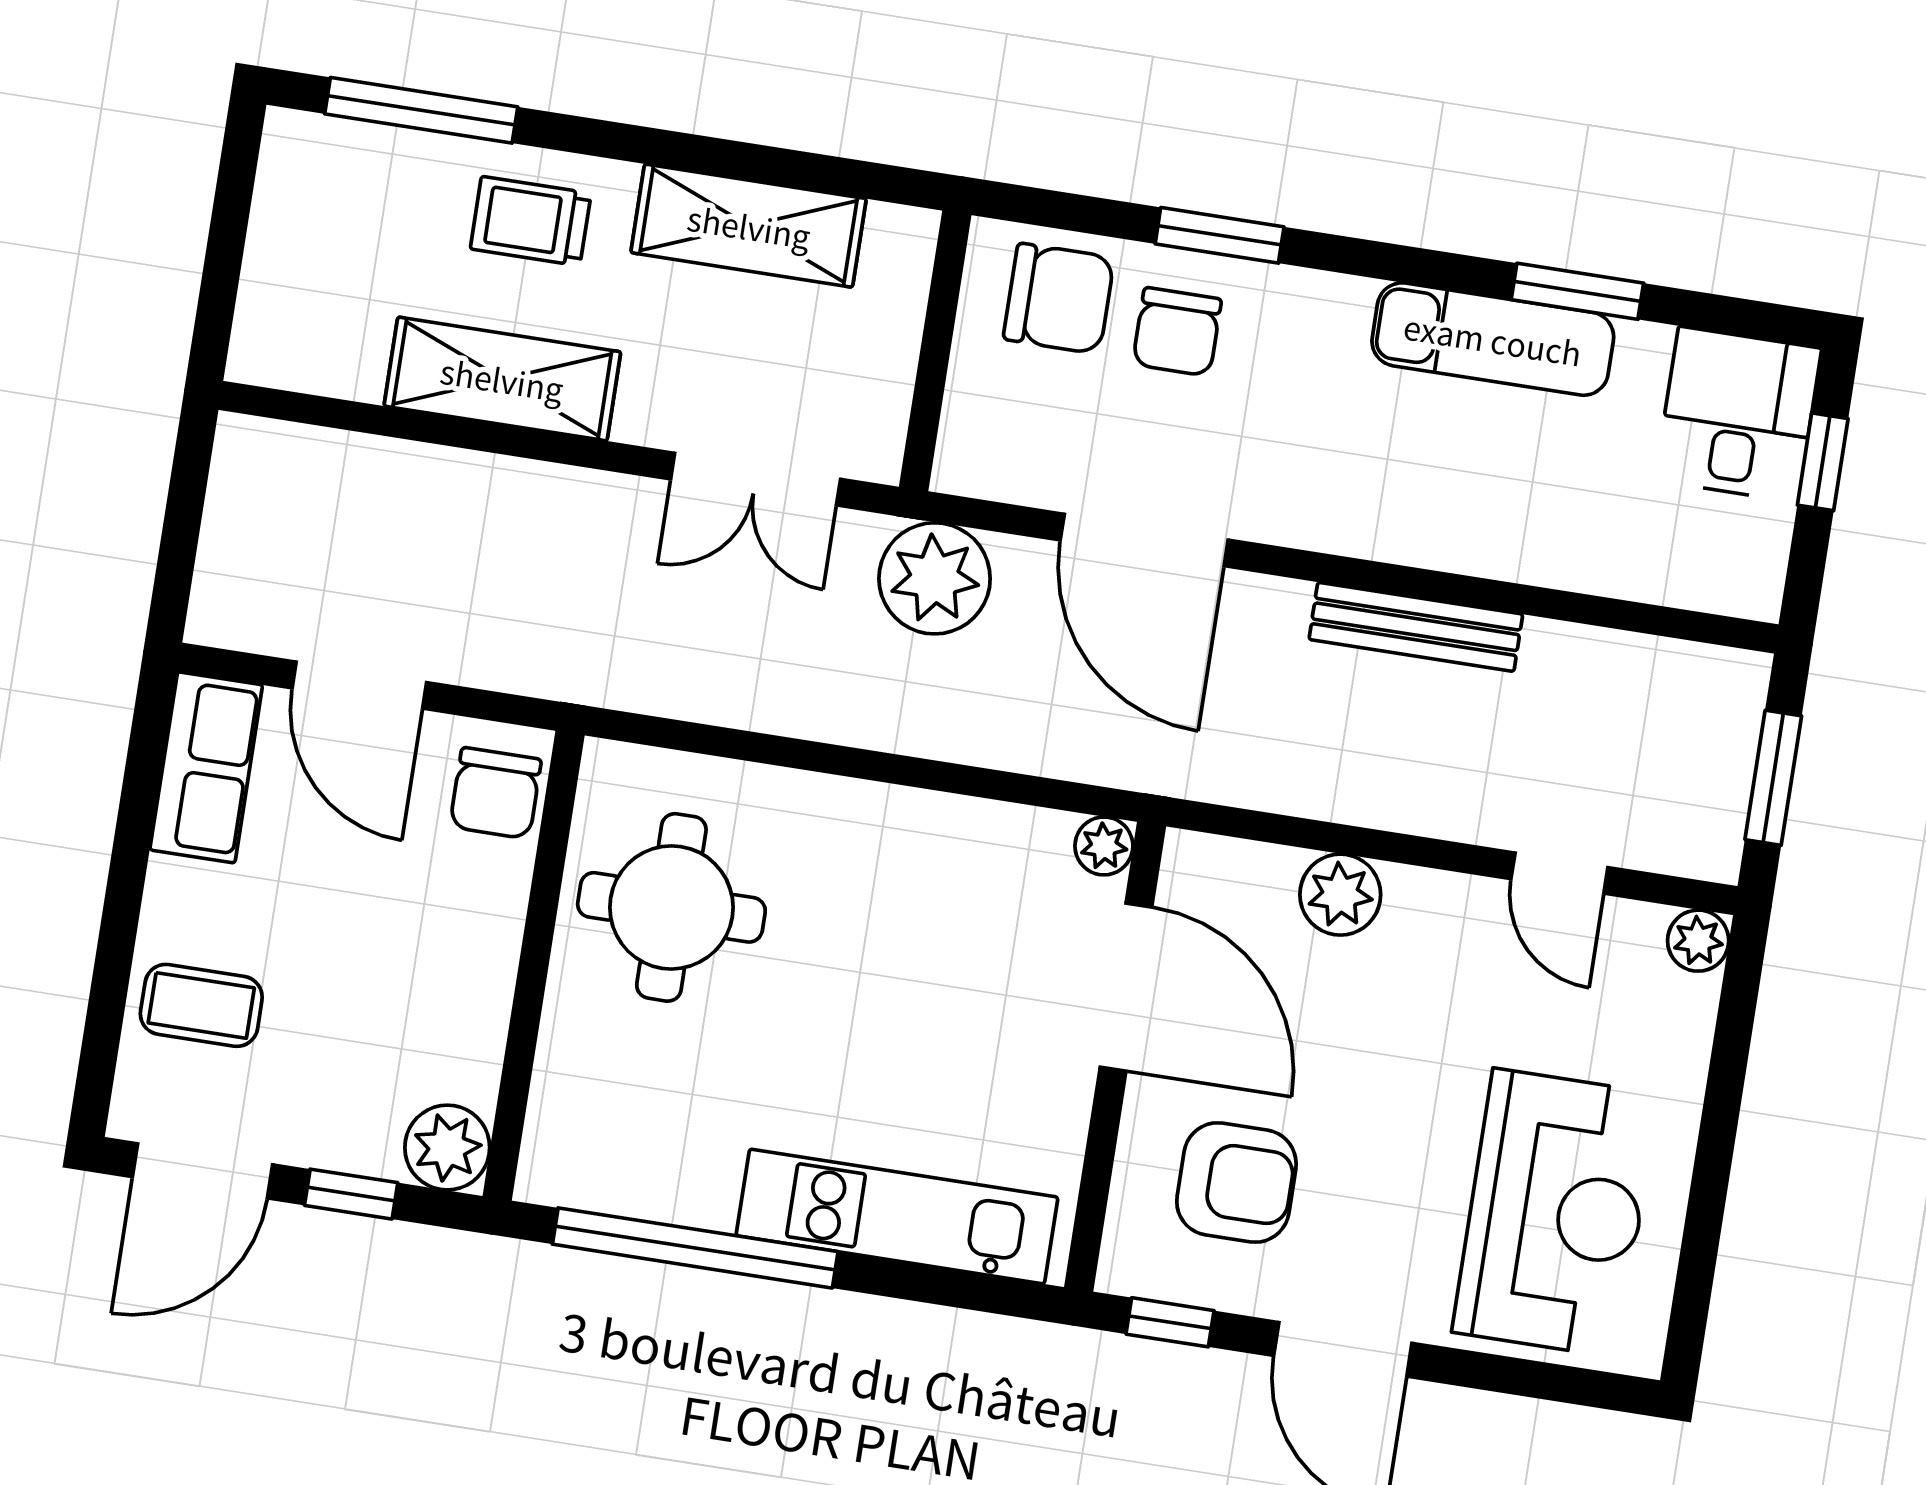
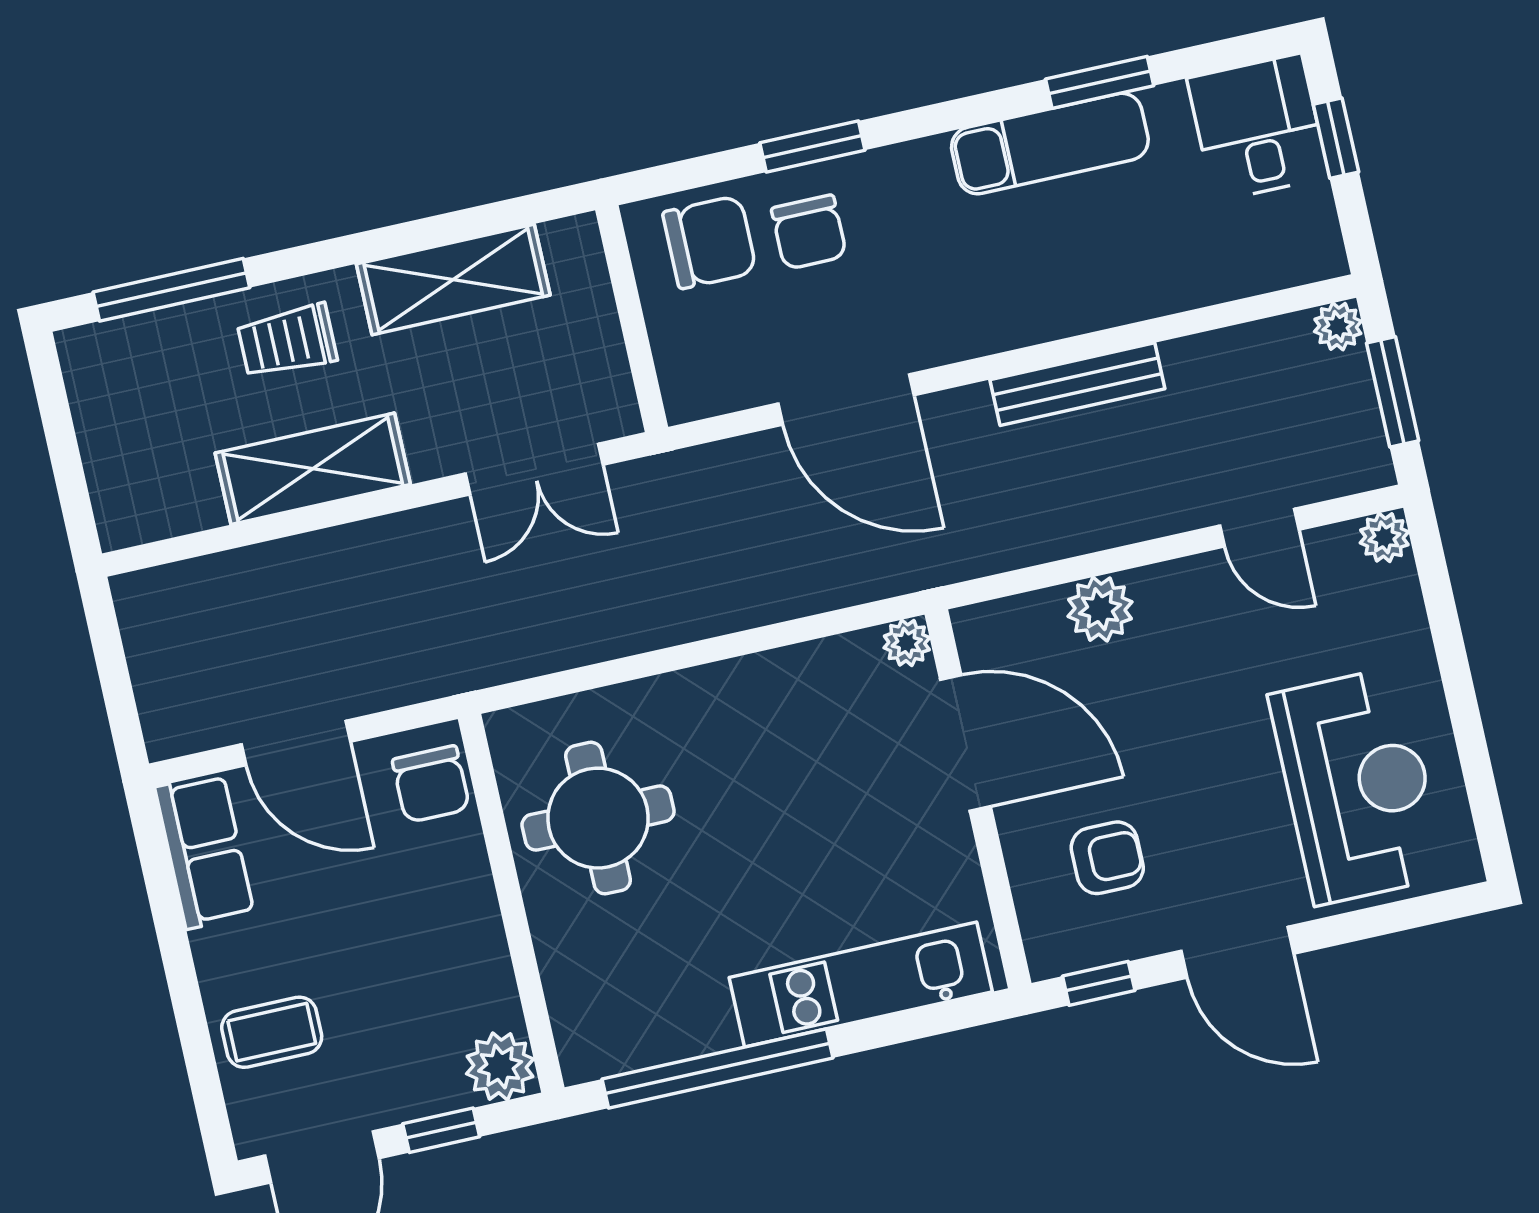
plant: (935, 578) -> (1338, 326), moved, width x0.53, depth x0.53
armchair: (1236, 1182) -> (1107, 858), width x0.72, depth x0.72

